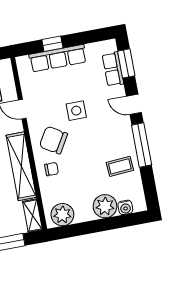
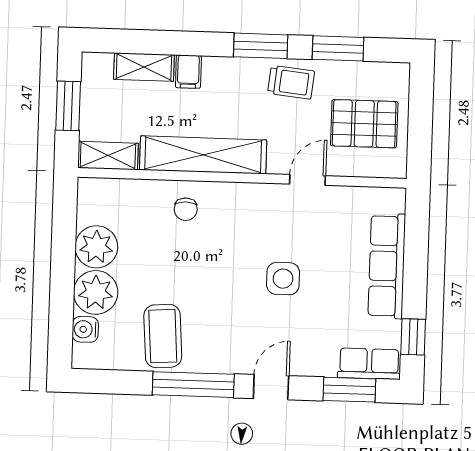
window: (52, 44) -> (413, 337), moved
row of seats: (113, 69) -> (369, 364), moved
chair: (53, 140) -> (238, 225), removed
coffee table: (120, 166) -> (163, 336), width x1.36, depth x1.30
plant: (62, 215) -> (96, 247), moved

